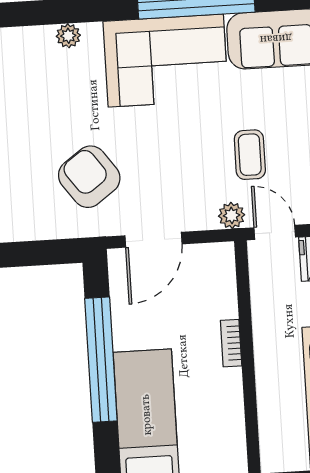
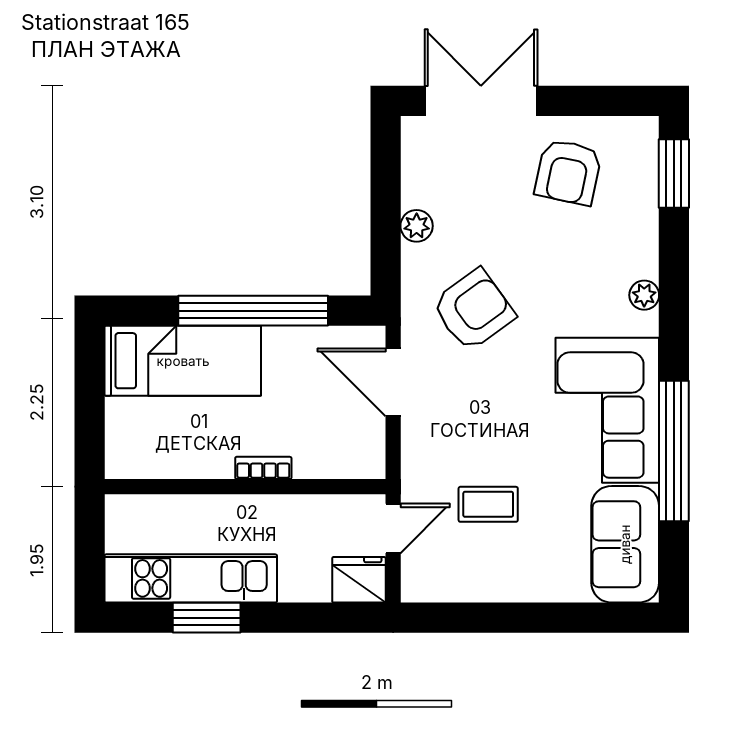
plant: (232, 215) -> (417, 226), moved

